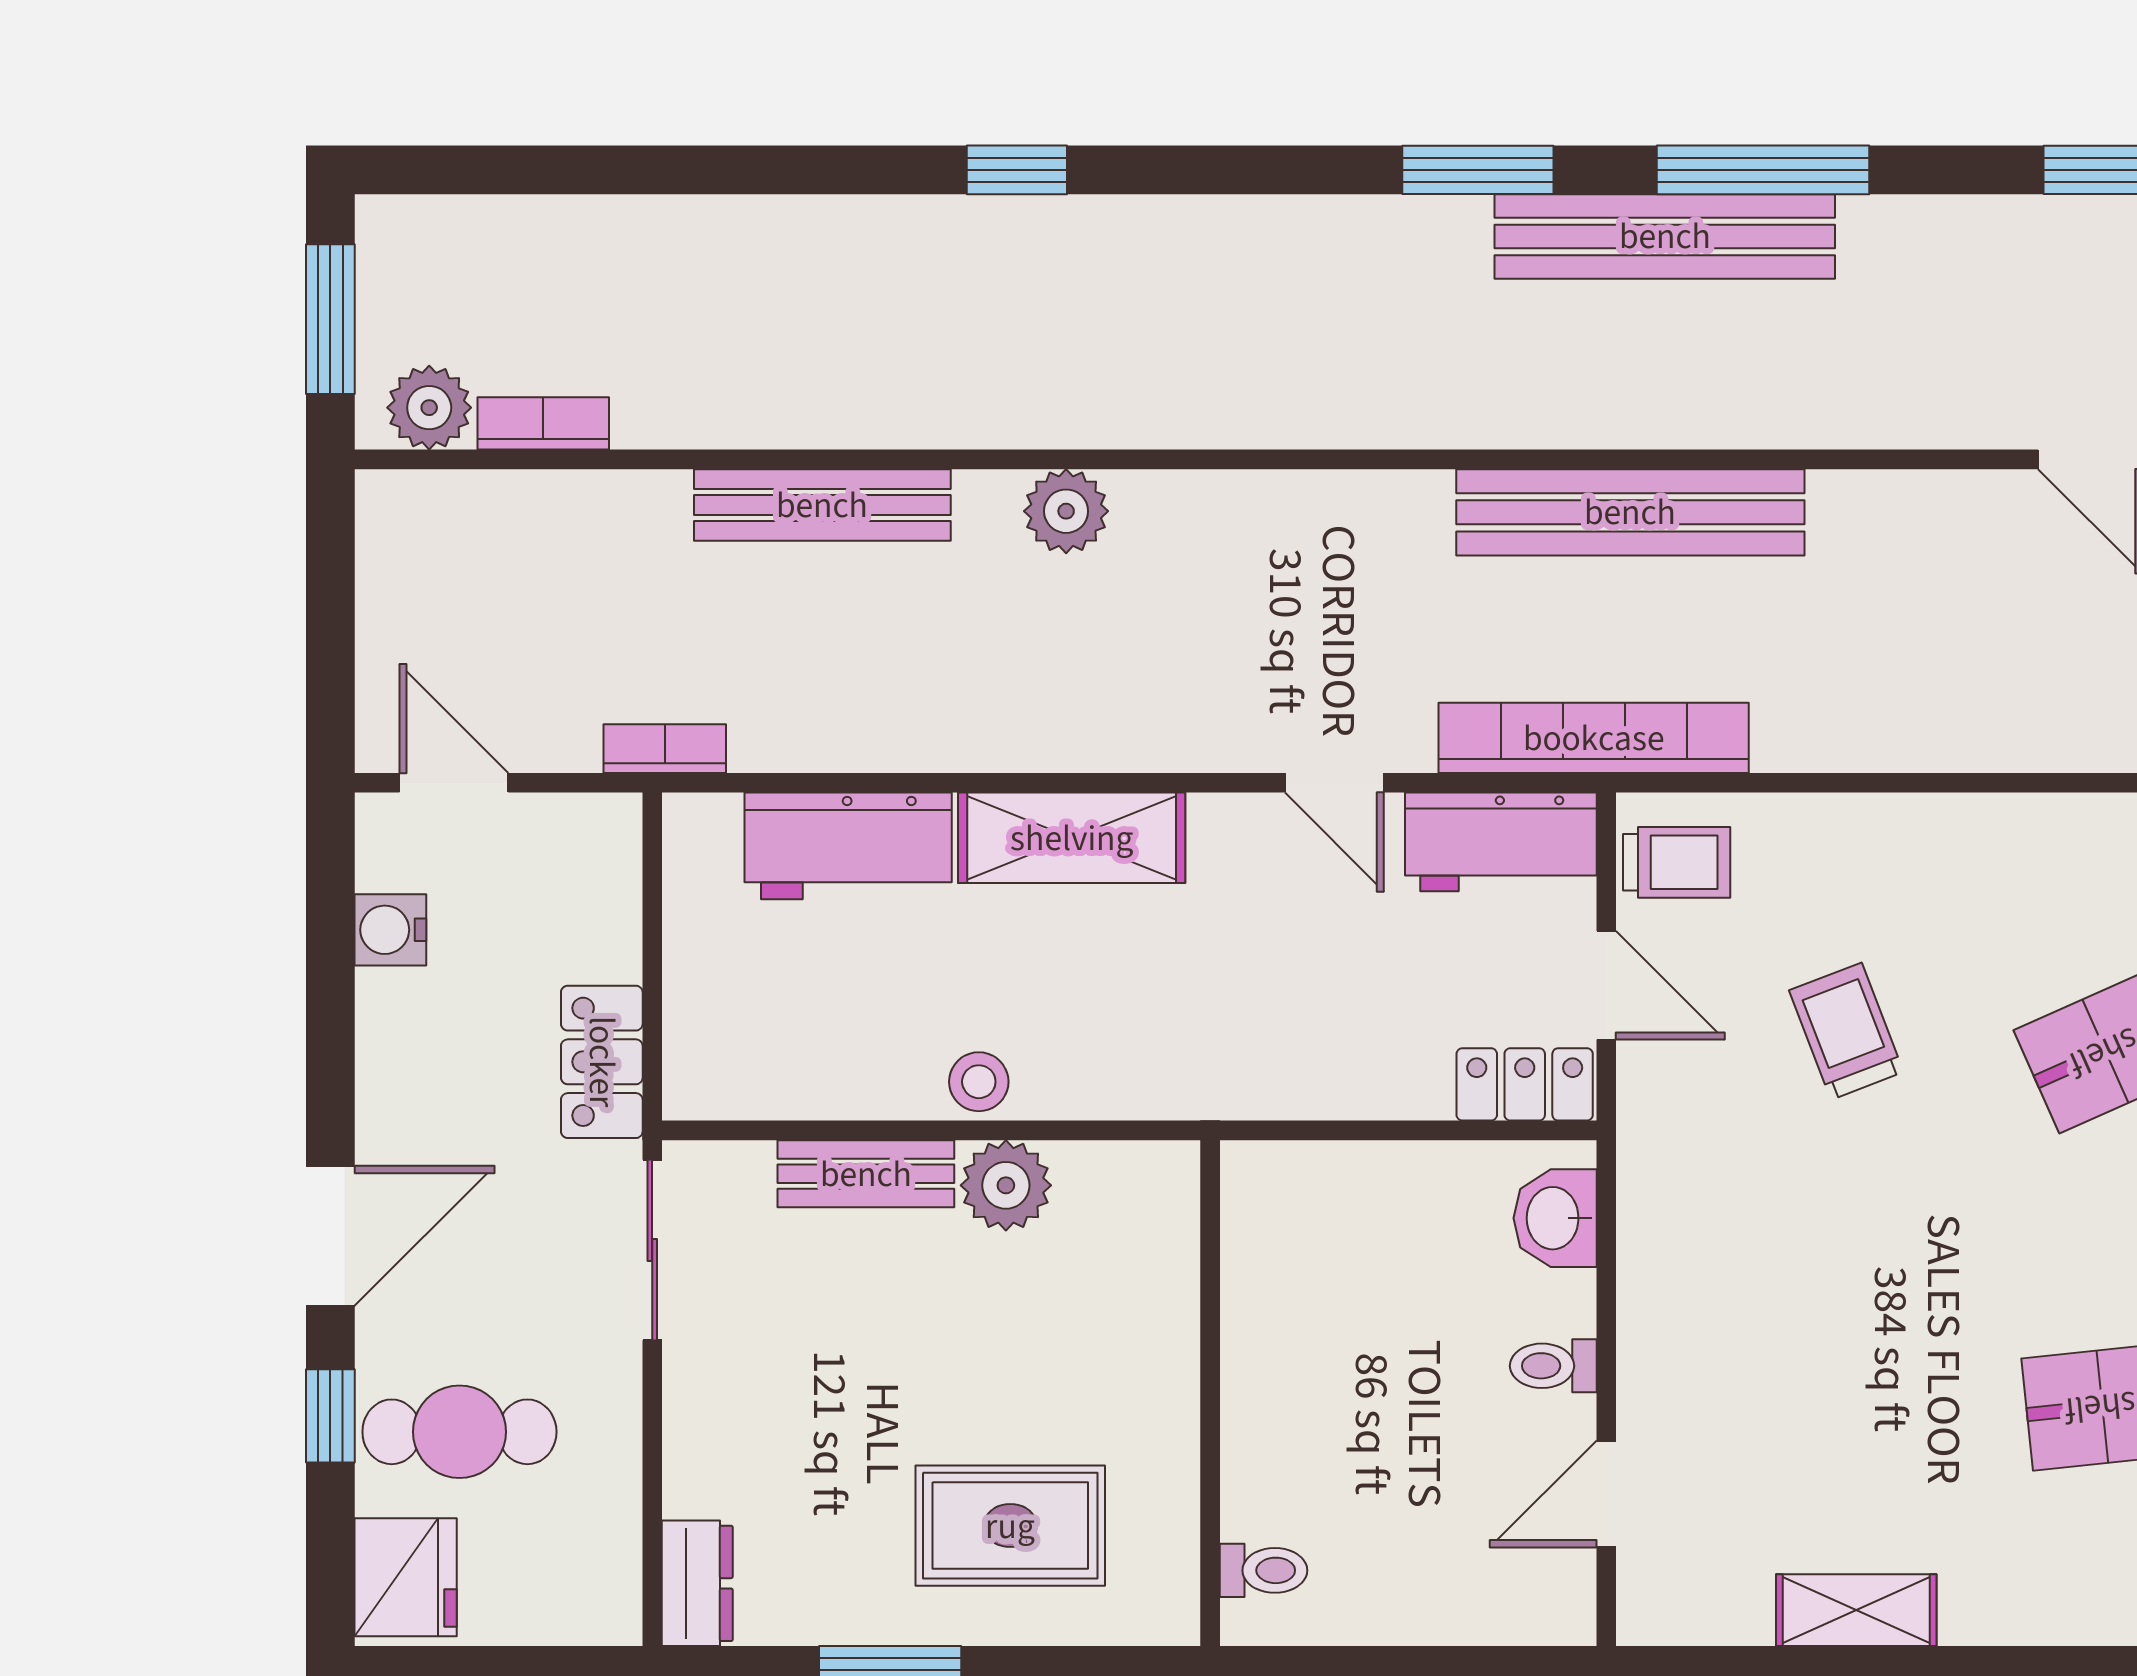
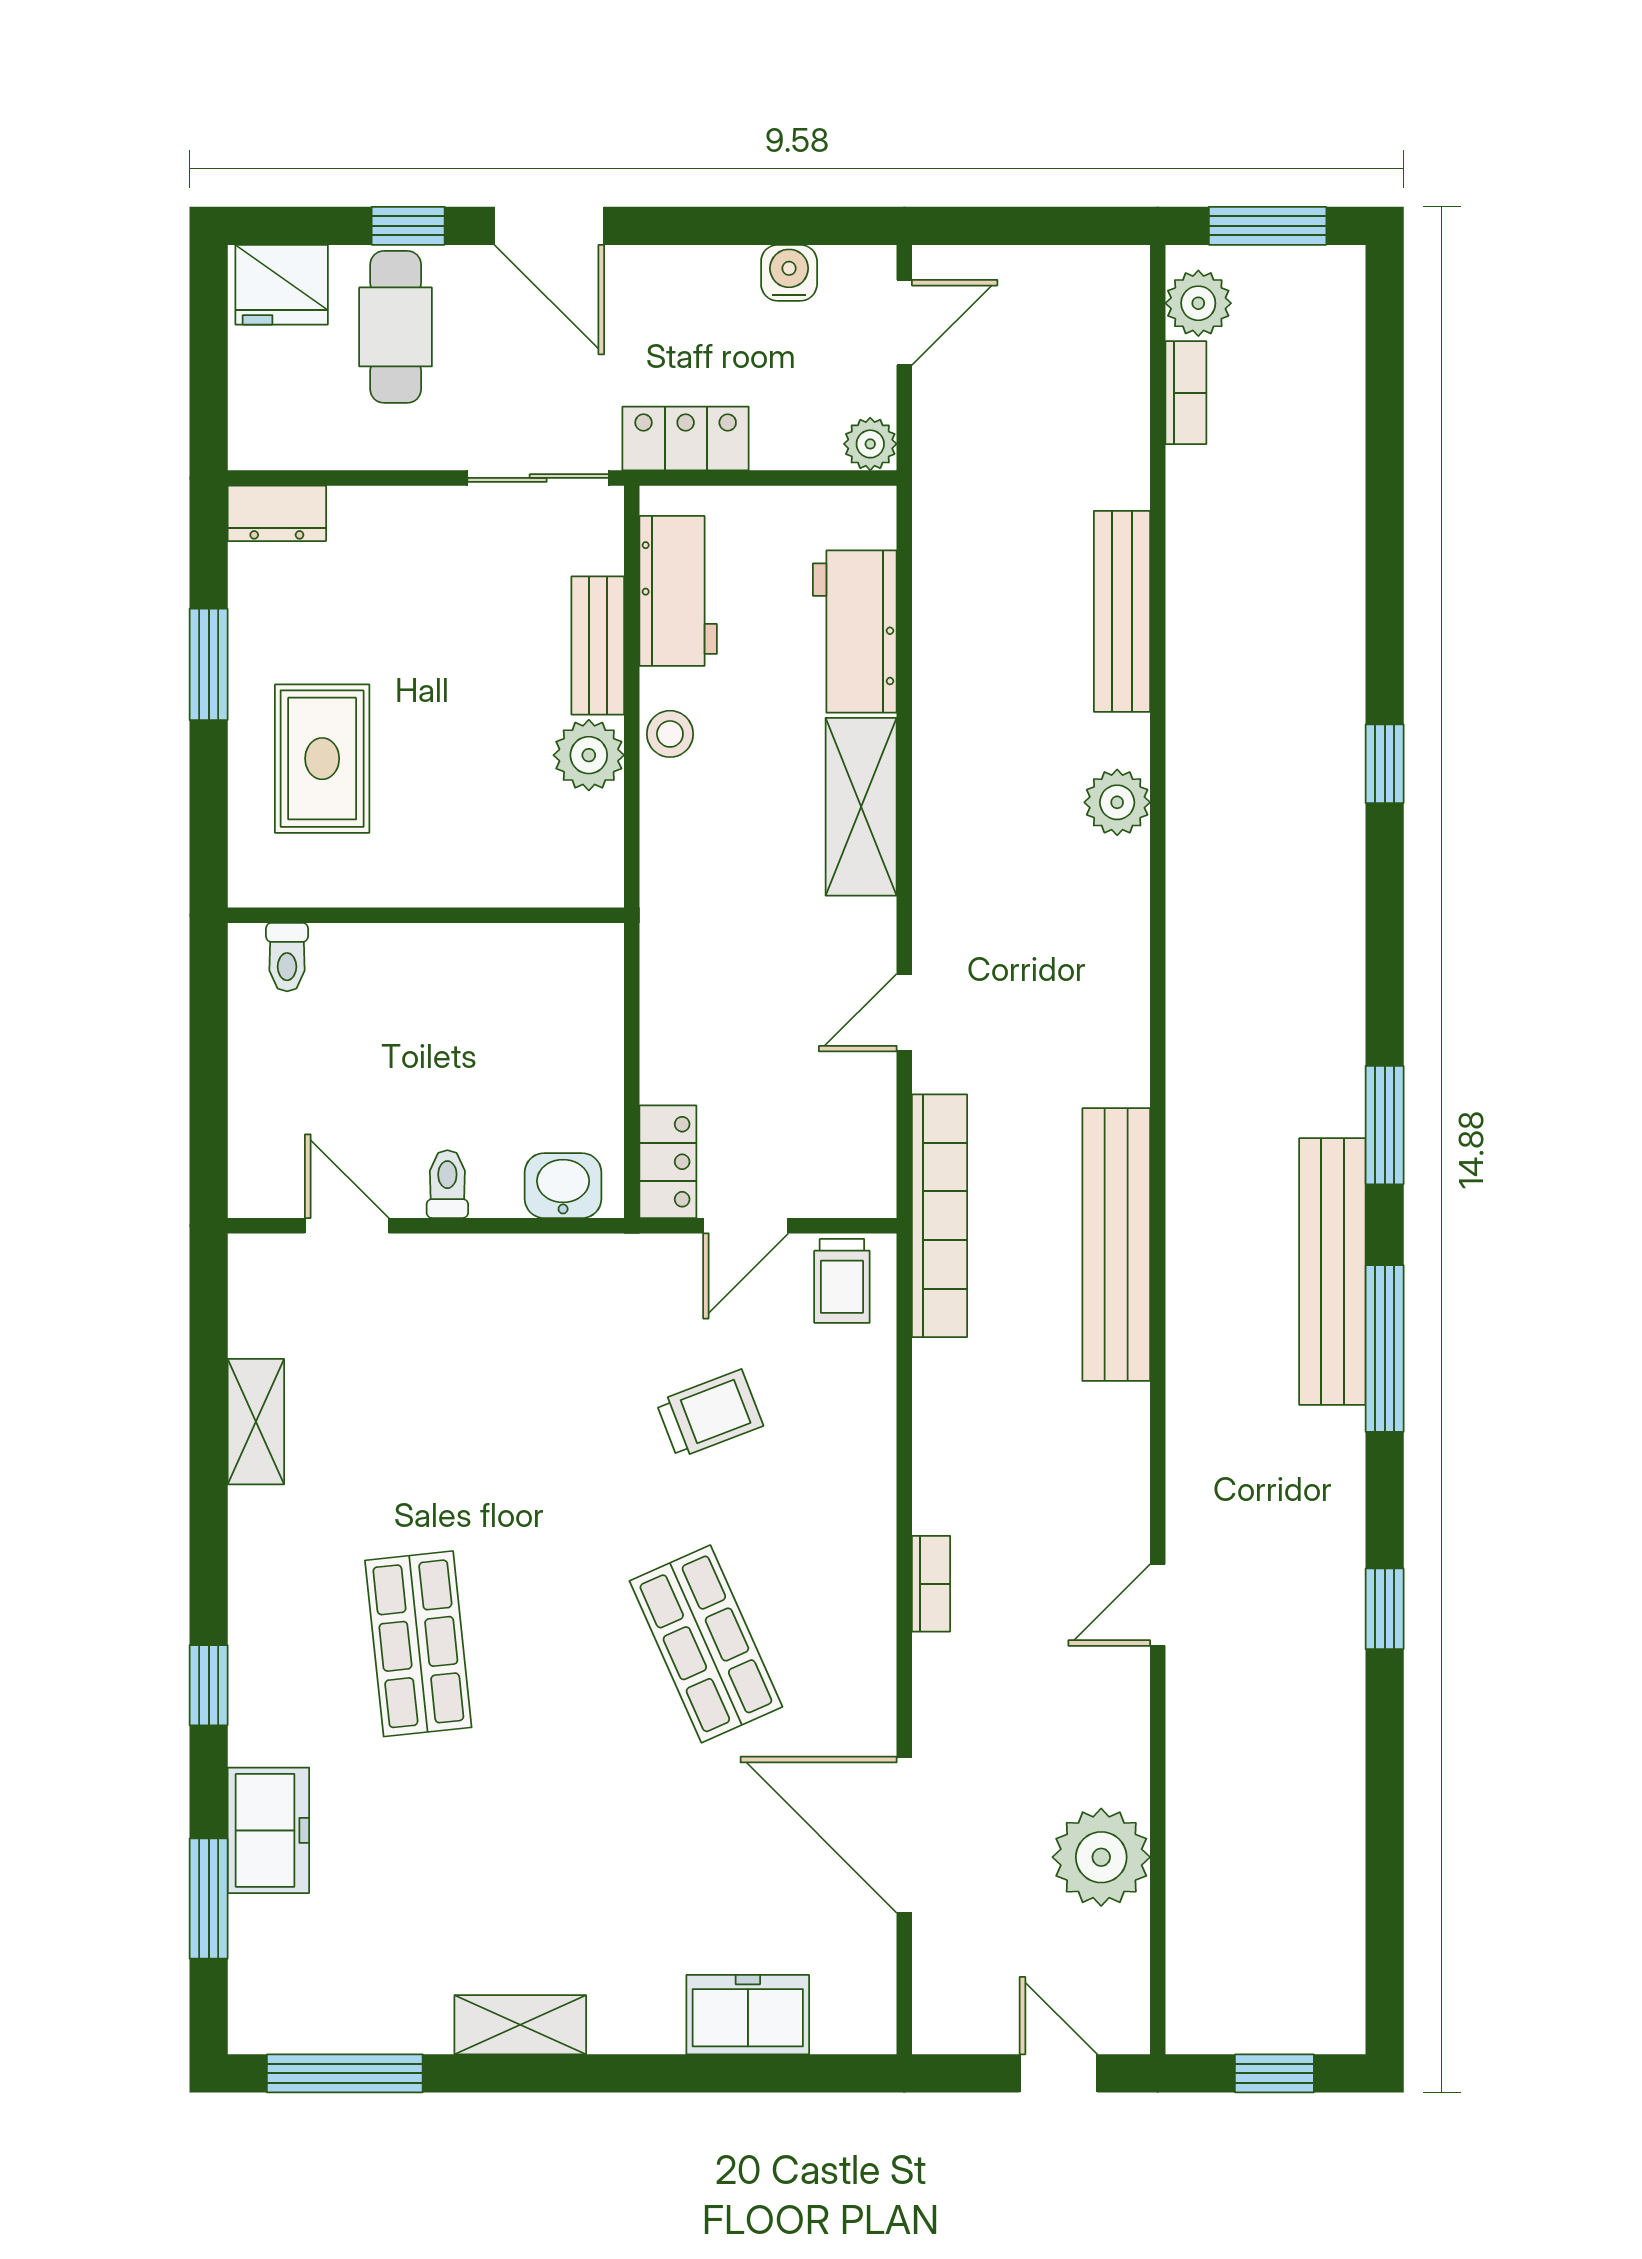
bookcase: (665, 749) -> (931, 1584), moved
plant: (609, 826) -> (870, 444), added
workbench: (1501, 842) -> (678, 591), moved, turned 180

